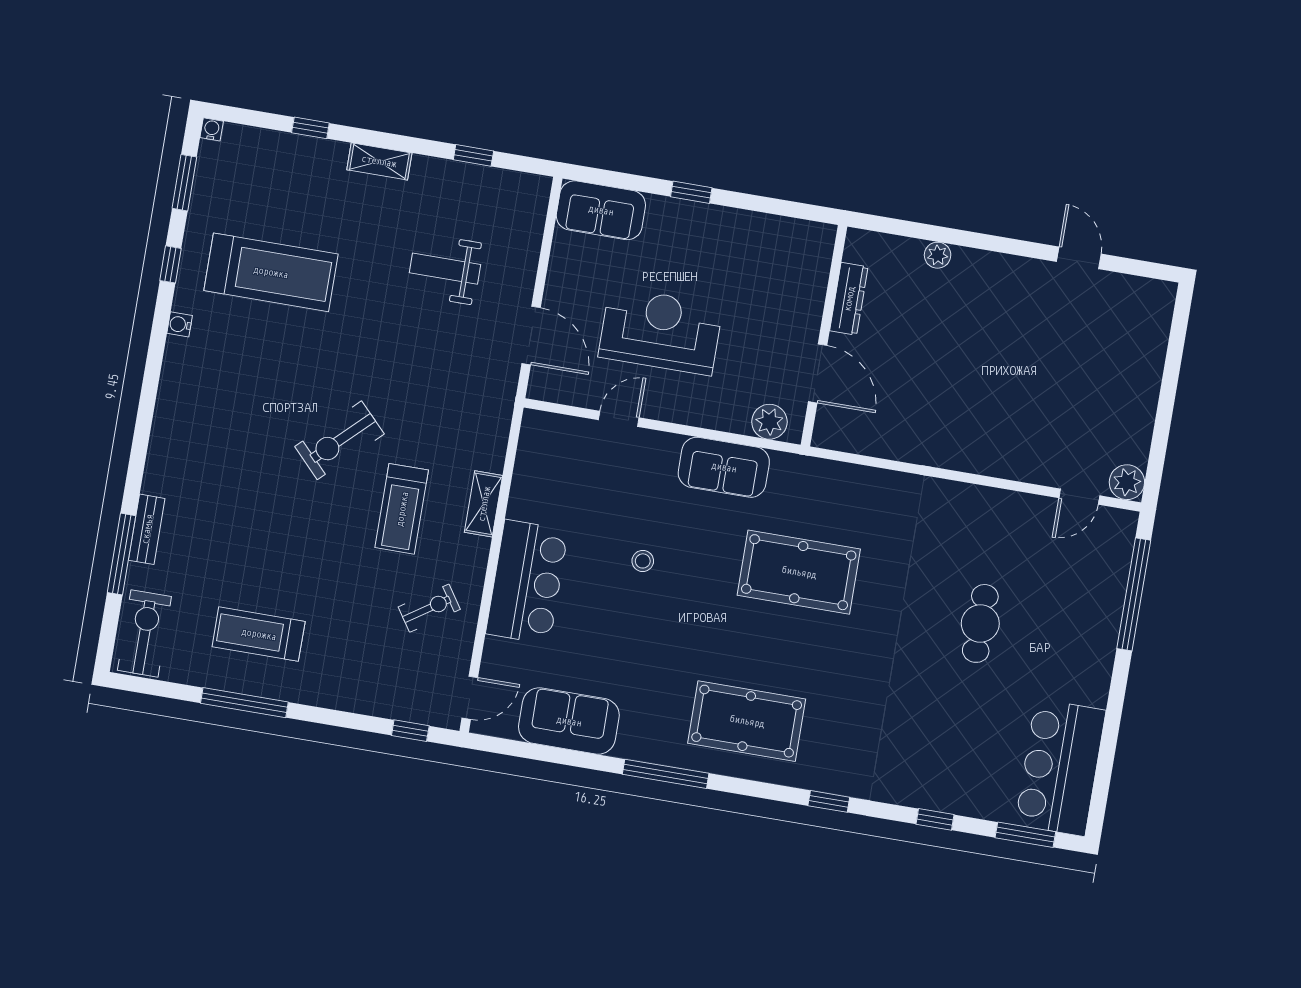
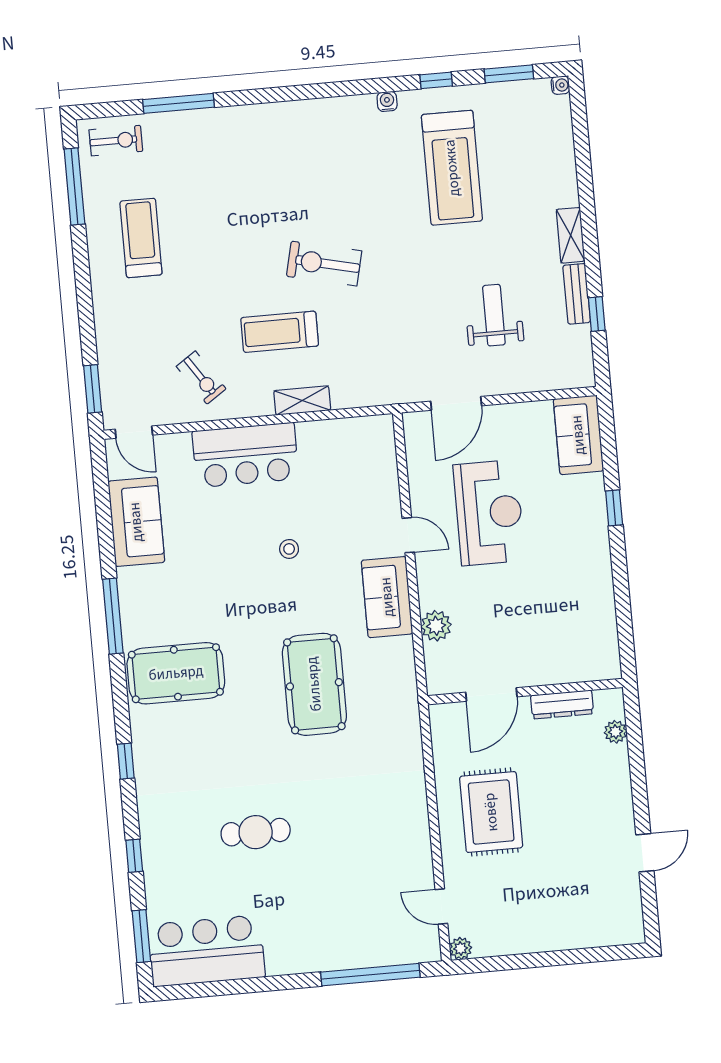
window: (310, 128) -> (584, 169), removed
dresser: (849, 299) -> (562, 704), moved
wall: (824, 336) -> (525, 692), moved
door: (818, 373) -> (491, 695), moved
rug: (990, 415) -> (491, 812), added
door: (619, 419) -> (408, 535), moved
exercise bike: (339, 440) -> (324, 264), turned -33
plant: (1127, 482) -> (461, 948), width x0.73, depth x0.73
bench: (147, 529) -> (577, 294), moved, turned 90
cafe table: (980, 623) -> (256, 832), moved
exercise bike: (144, 633) -> (116, 141), width x0.73, depth x0.72
window: (244, 703) -> (74, 187), moved
pool table: (747, 721) -> (176, 673), turned 90
window: (410, 731) -> (93, 389), width x1.50

